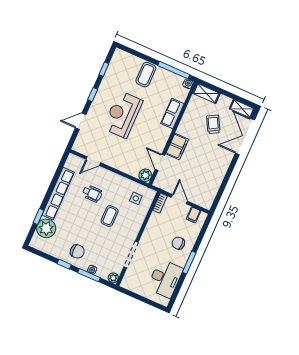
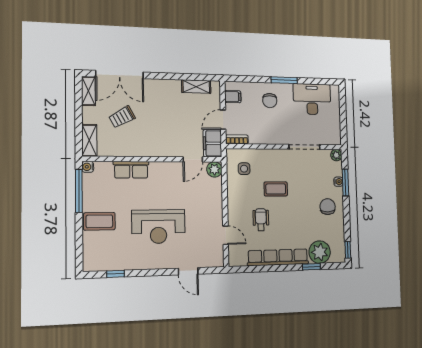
window: (93, 94) -> (151, 273), removed
filing cabinet: (177, 146) -> (212, 143), moved, turned -90
shelving: (213, 190) -> (196, 87), added
window: (64, 264) -> (348, 250), moved

